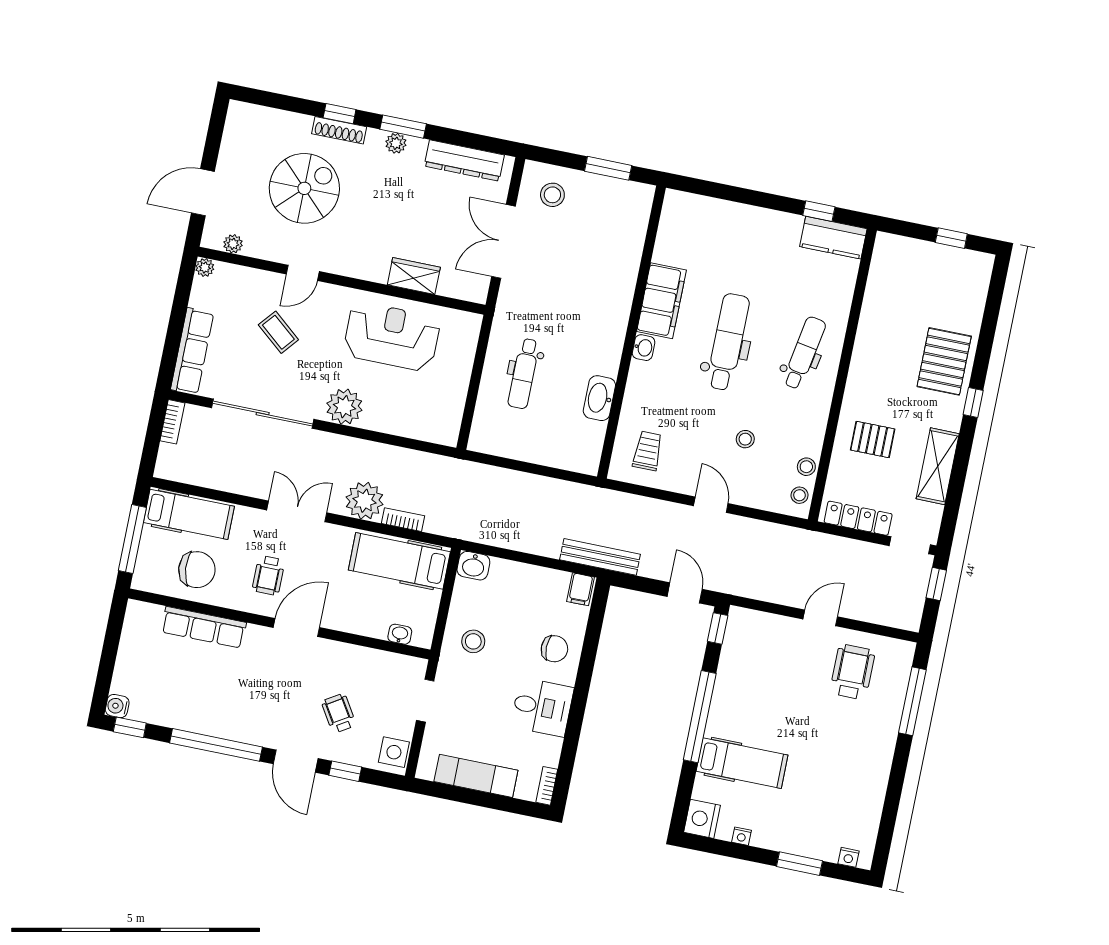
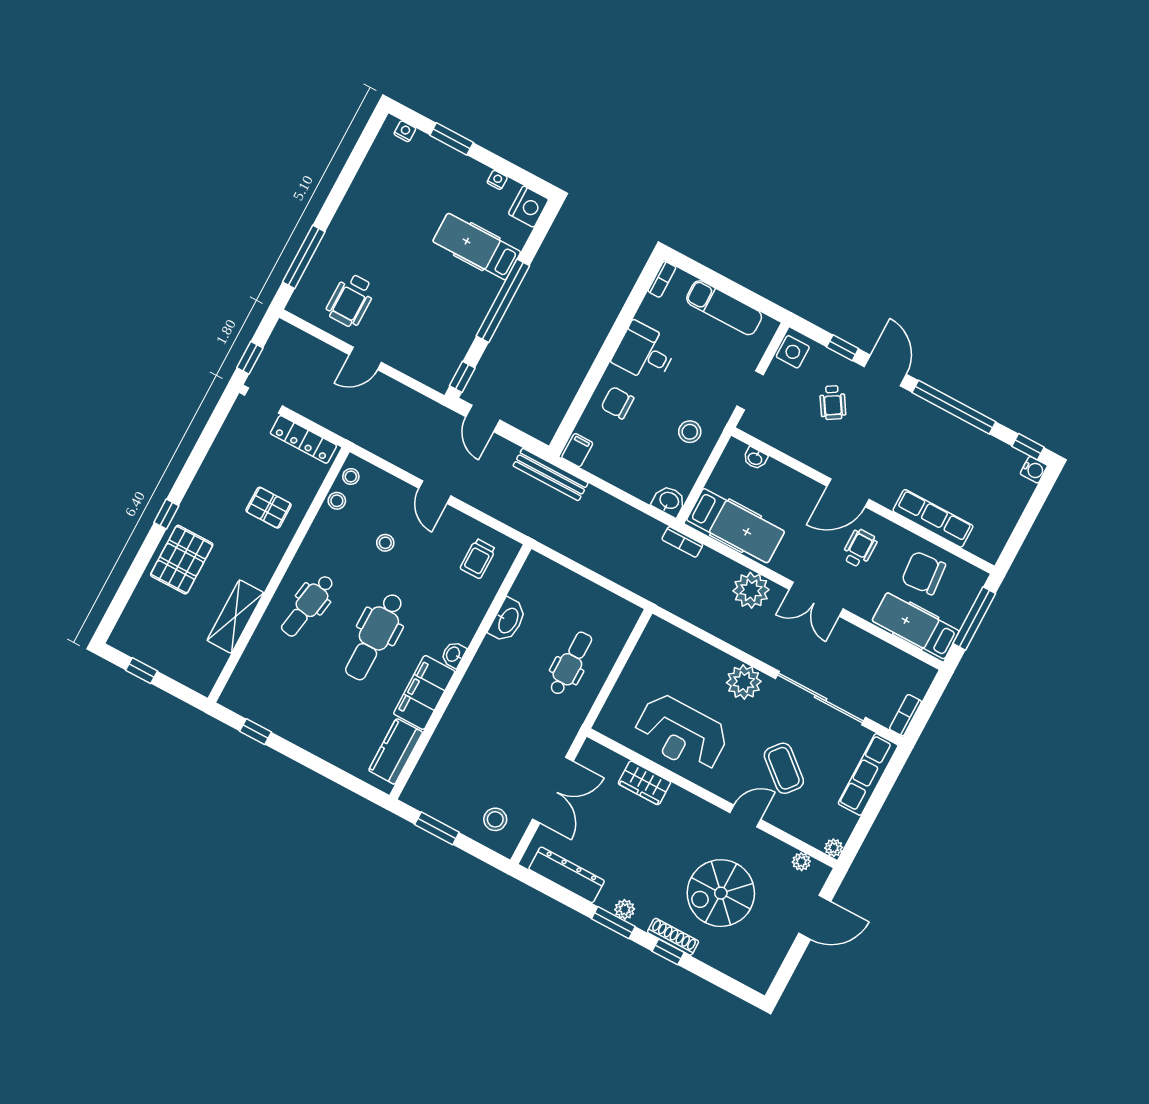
kitchen counter: (833, 238) -> (396, 751), moved, turned -90
coffee table: (278, 332) -> (784, 768), width x1.36, depth x1.30
shelving: (938, 466) -> (235, 617), moved
bookcase: (403, 520) -> (682, 542), moved

